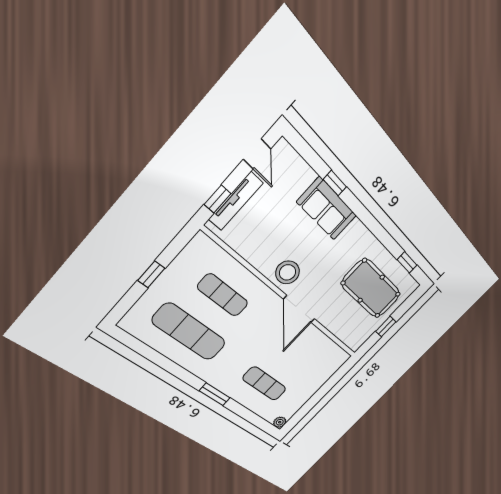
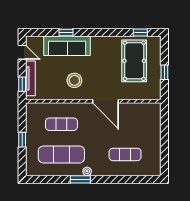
sofa: (327, 209) -> (67, 46), width x1.36
stool: (288, 272) -> (74, 80), moved
pool table: (371, 289) -> (134, 61), turned 90
window: (215, 394) -> (80, 179), moved
plant: (280, 422) -> (87, 171), moved

